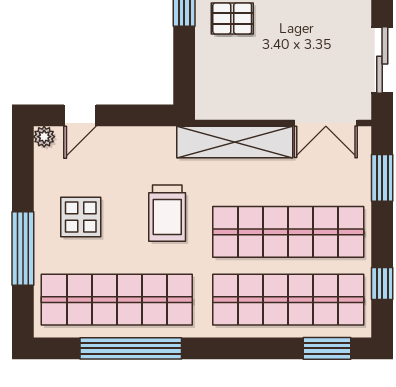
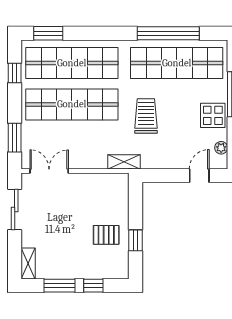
plant: (44, 137) -> (221, 148), moved
shelving: (235, 142) -> (124, 162), width x0.45, depth x0.75
display table: (81, 217) -> (213, 115), moved

